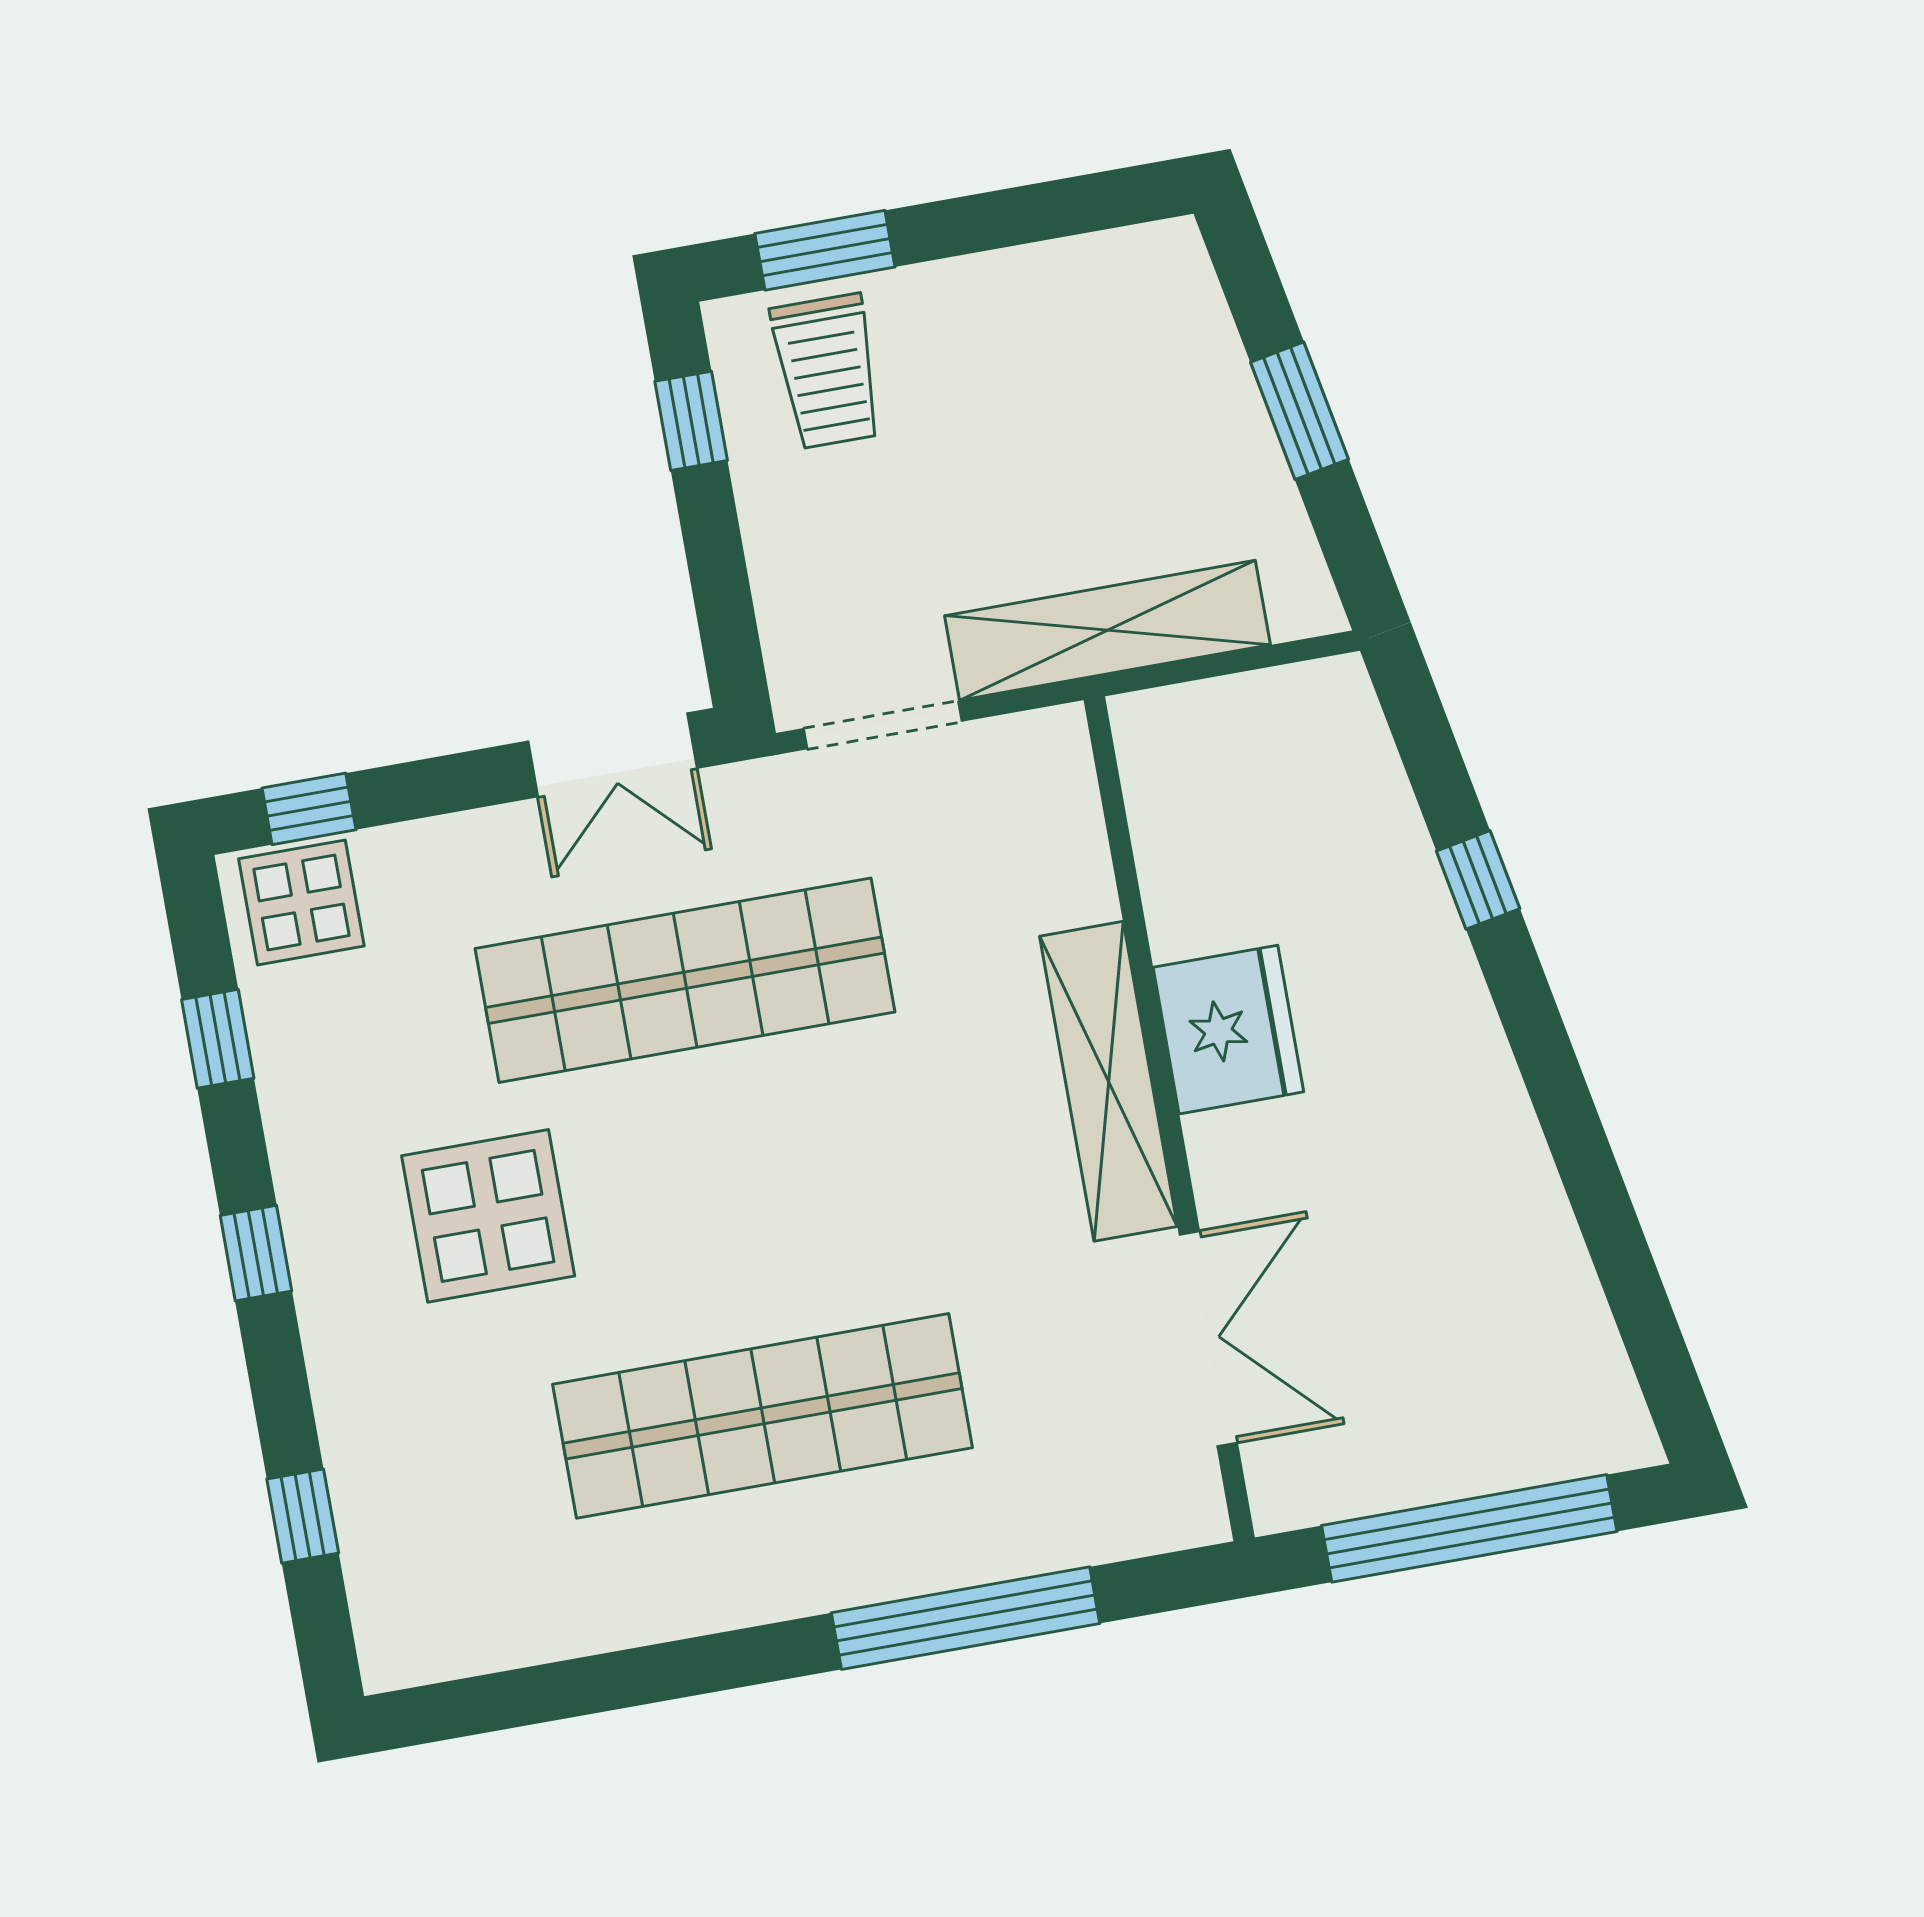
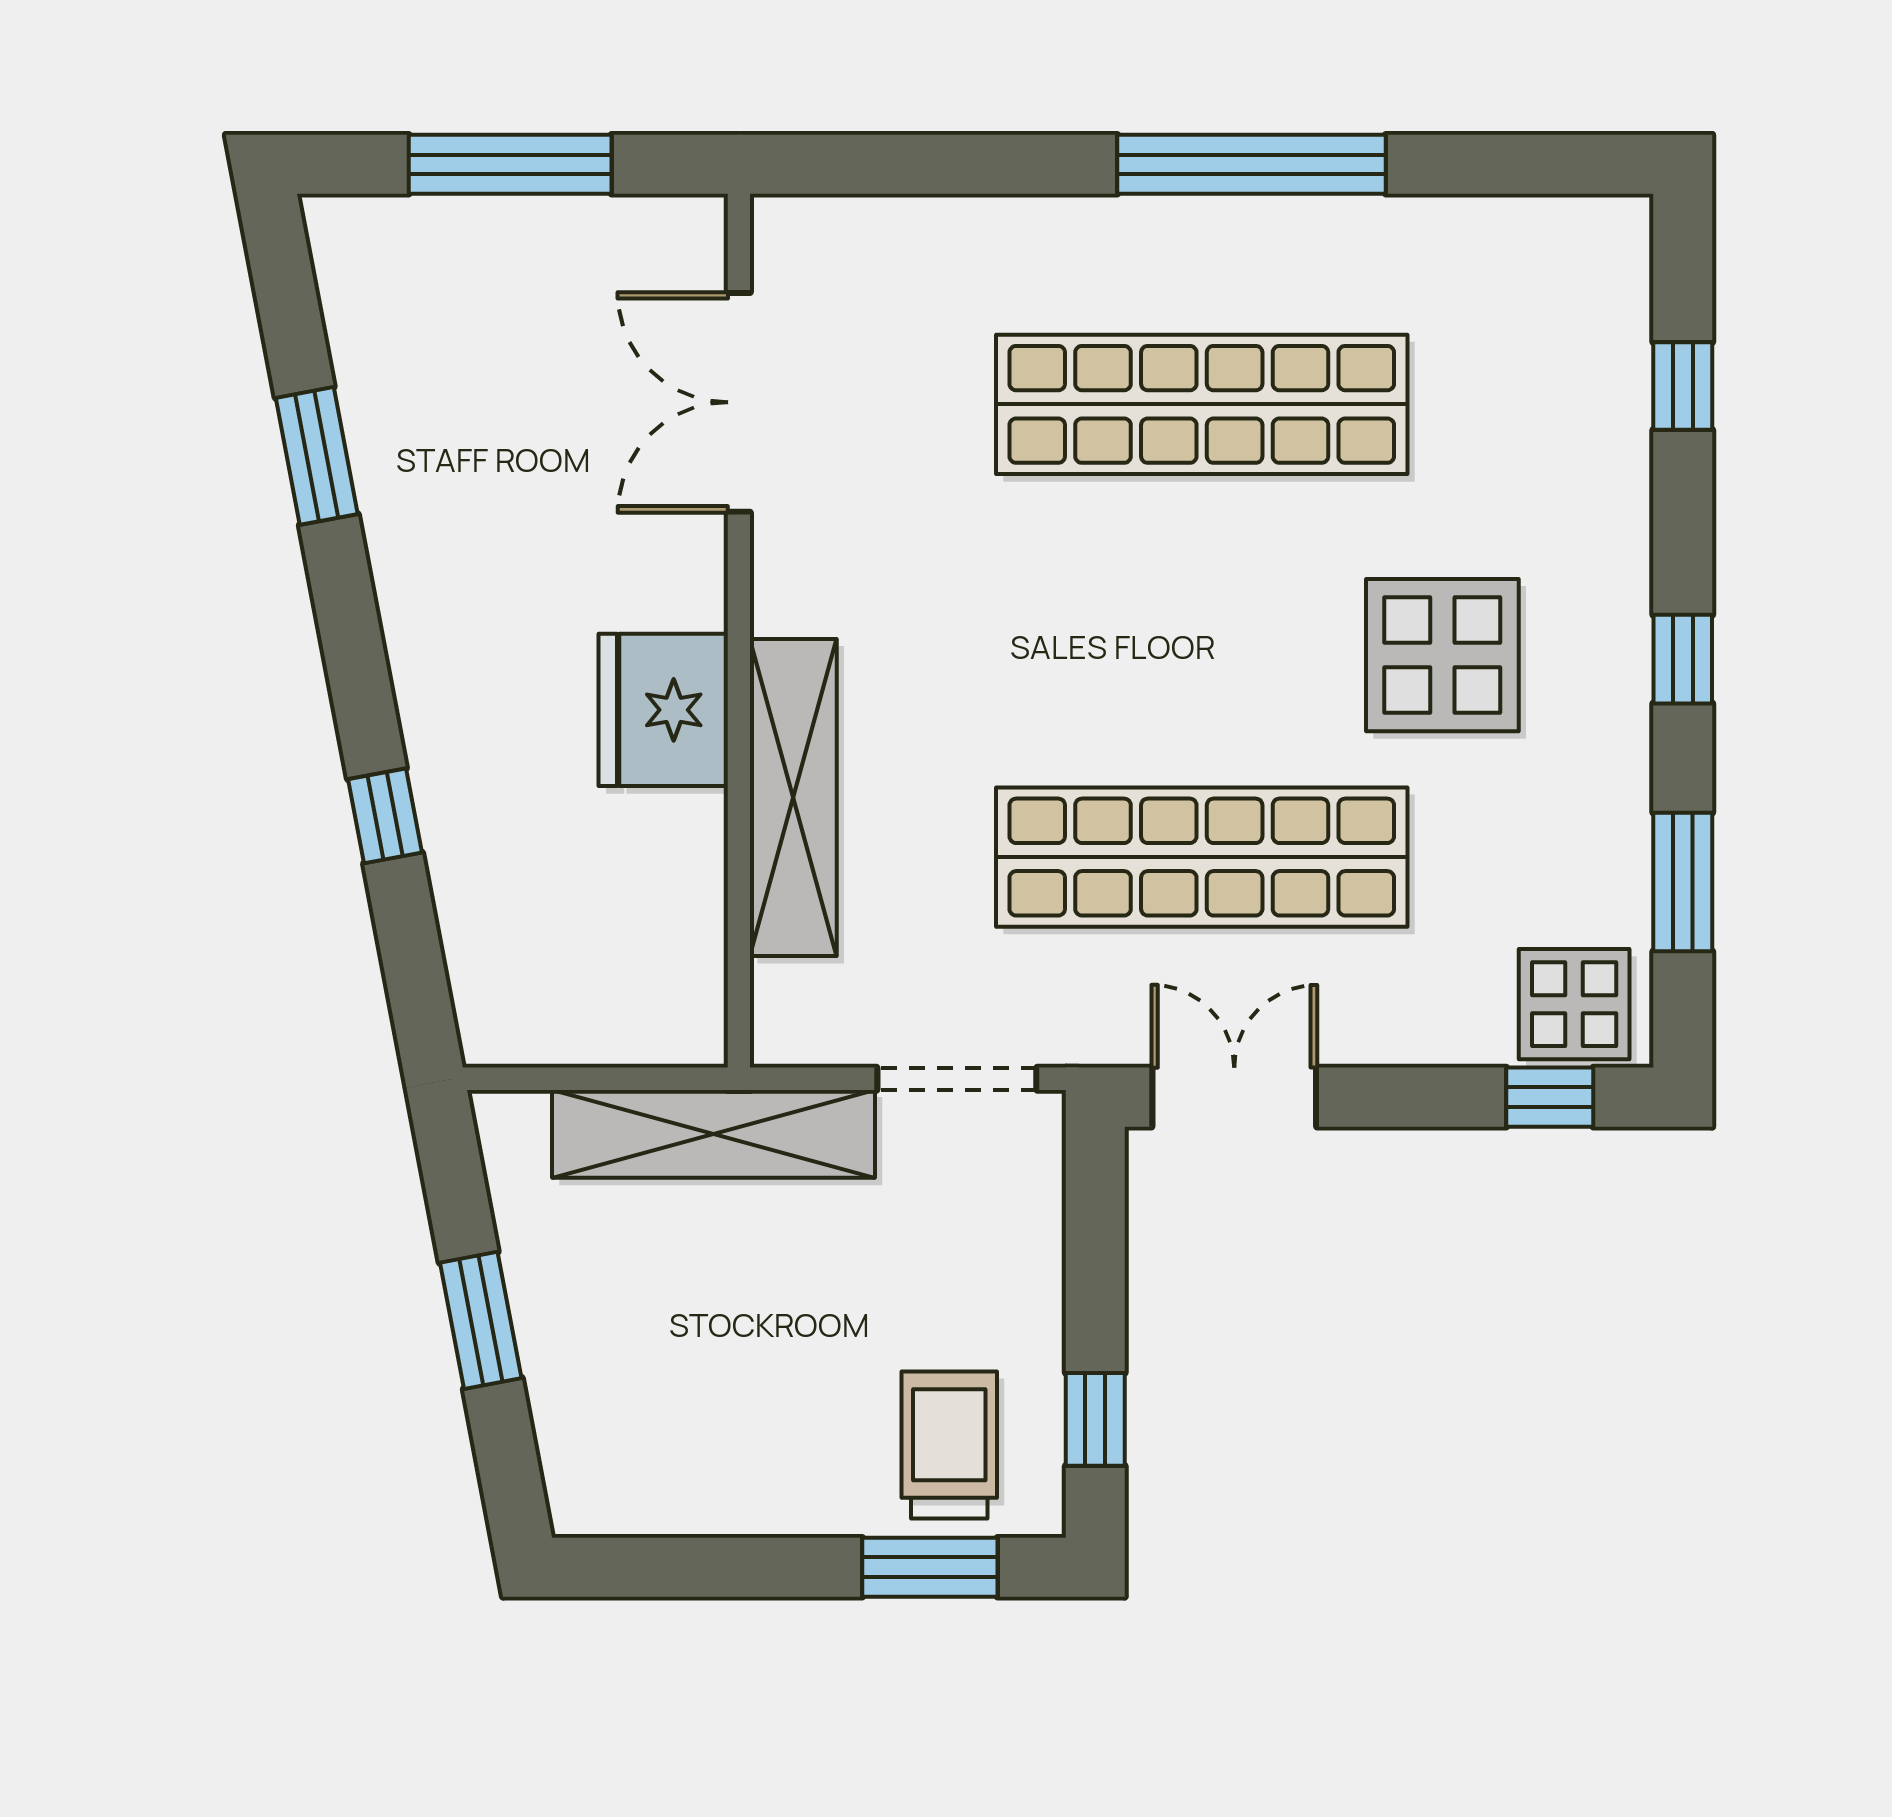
window: (218, 1039) -> (1683, 882), width x1.50
shelving: (1109, 1081) -> (793, 797), moved
window: (1605, 1215) -> (317, 456), added
window: (1469, 1528) -> (510, 164), width x0.68
window: (966, 1618) -> (1251, 164), moved

